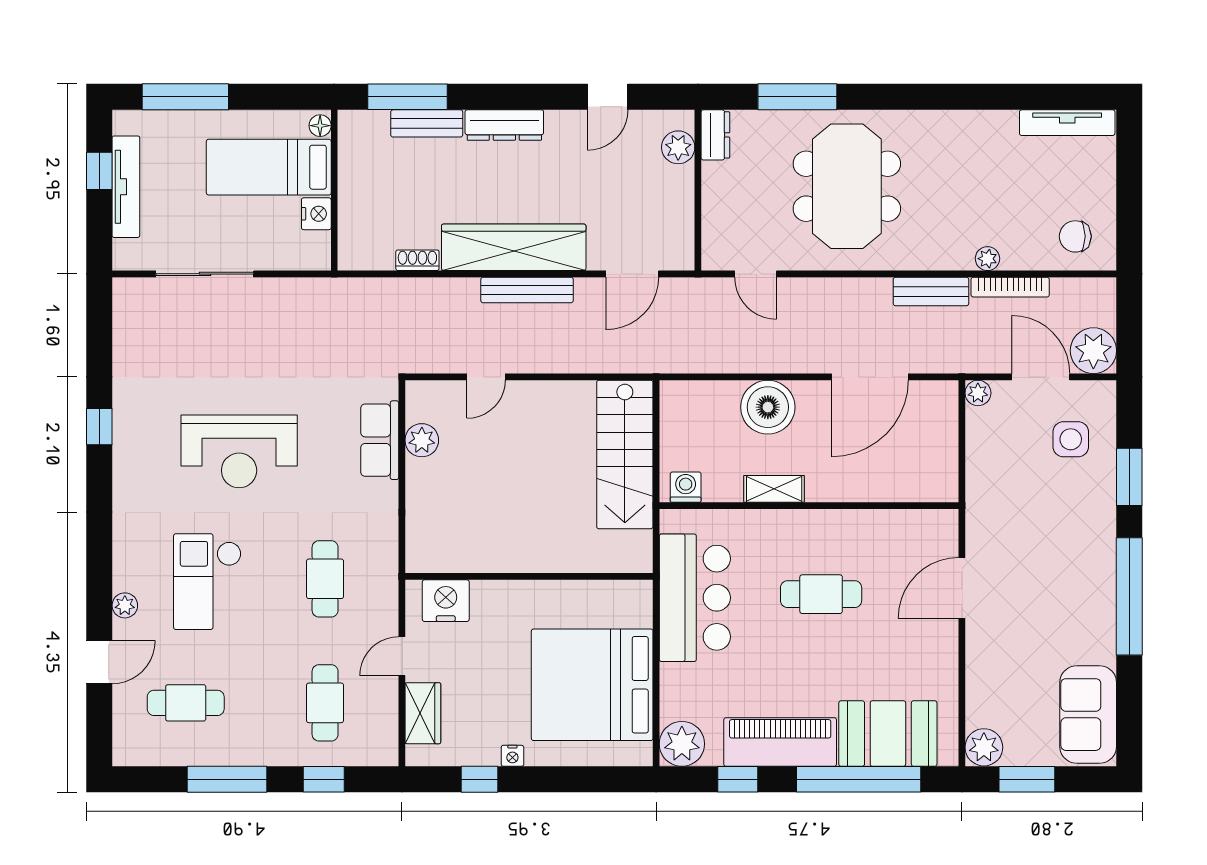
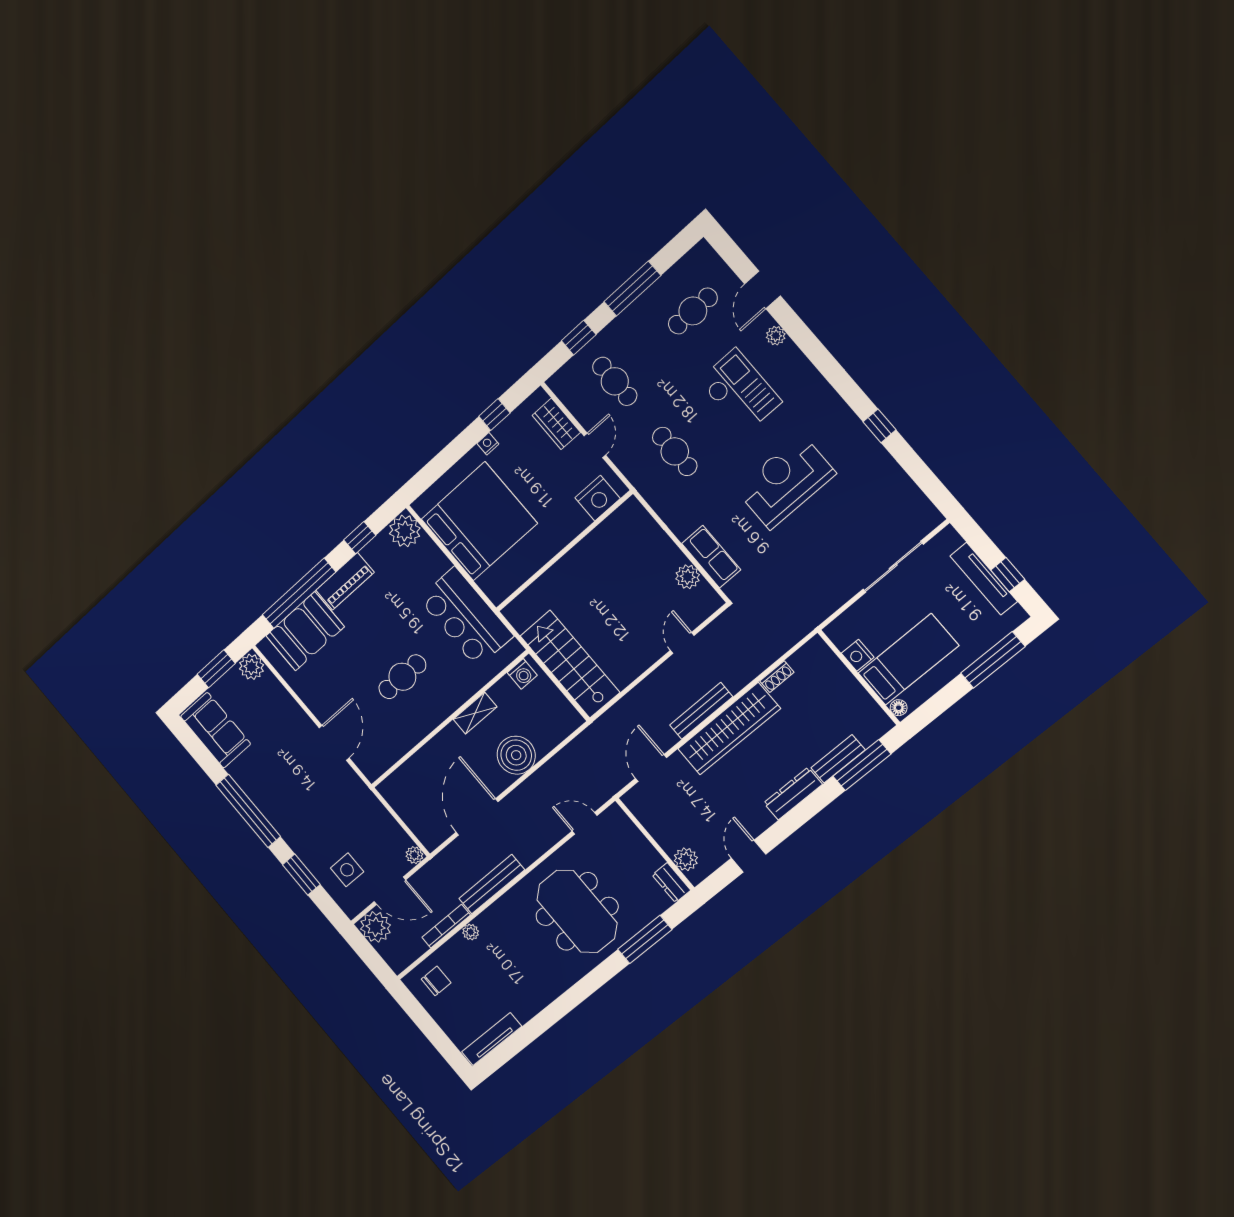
bench: (931, 291) -> (492, 884), width x1.36
piano: (780, 742) -> (345, 581), width x0.73, depth x0.75

